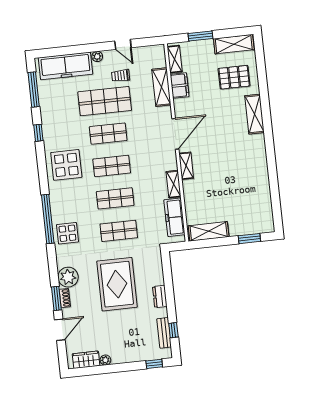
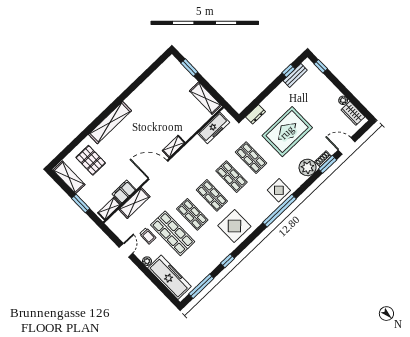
shelving: (254, 114) -> (110, 123), width x1.47
shelving: (173, 184) -> (192, 145), removed
dresser: (160, 296) -> (256, 114), moved

